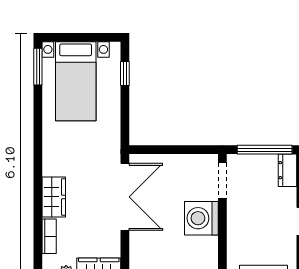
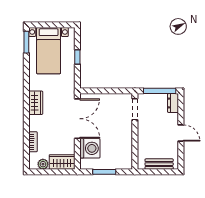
window: (125, 74) -> (77, 57), moved
wardrobe: (54, 197) -> (36, 103), moved
washing machine: (201, 218) -> (90, 148), moved, turned 180

